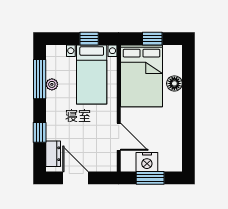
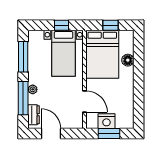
plant: (52, 84) -> (33, 89), moved
window: (40, 132) -> (23, 98), width x2.17

